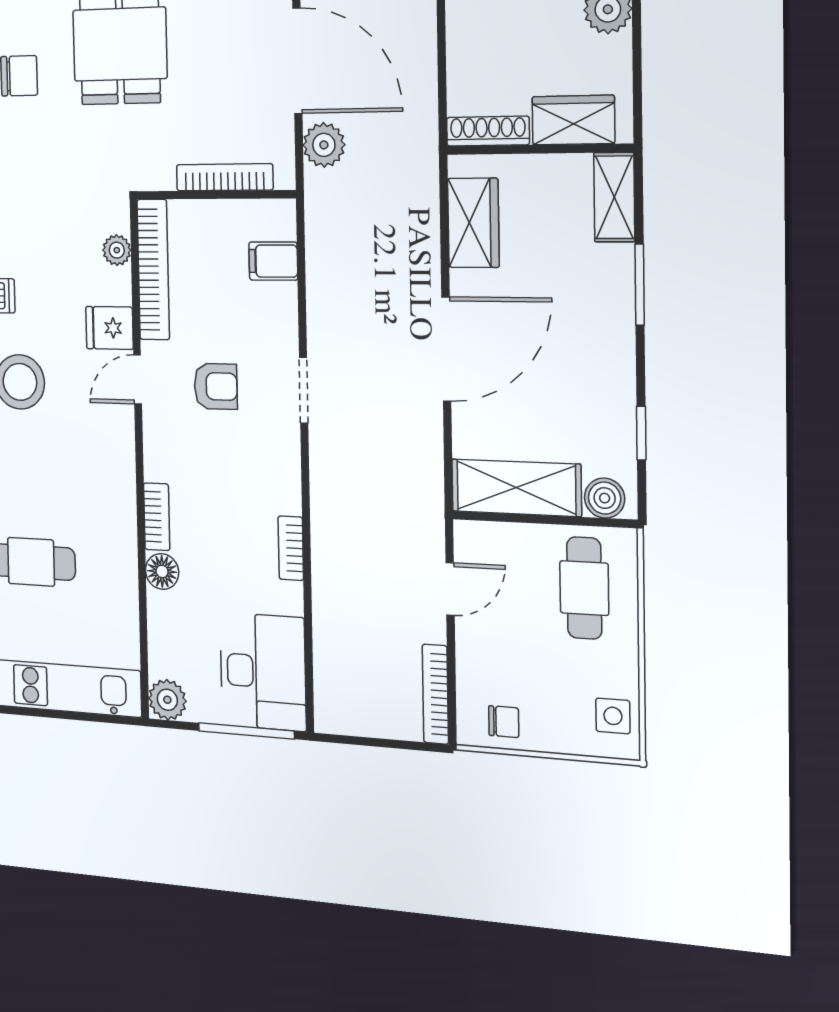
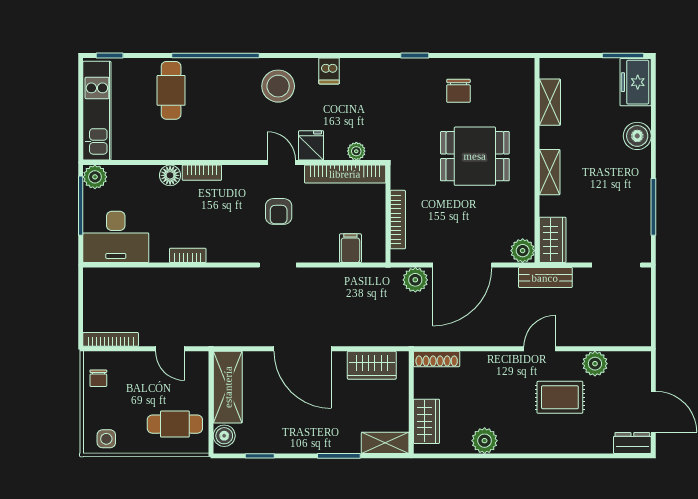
shoe rack: (488, 131) -> (437, 359), moved, turned 90
window: (246, 731) -> (81, 206), moved

